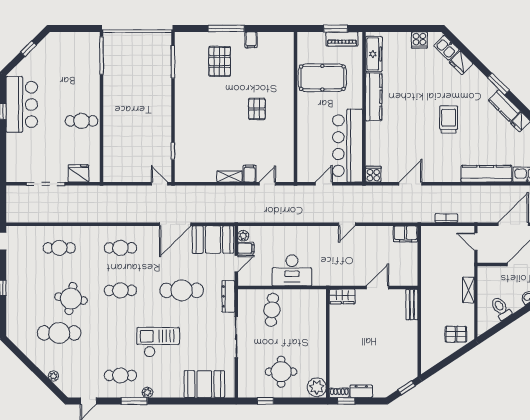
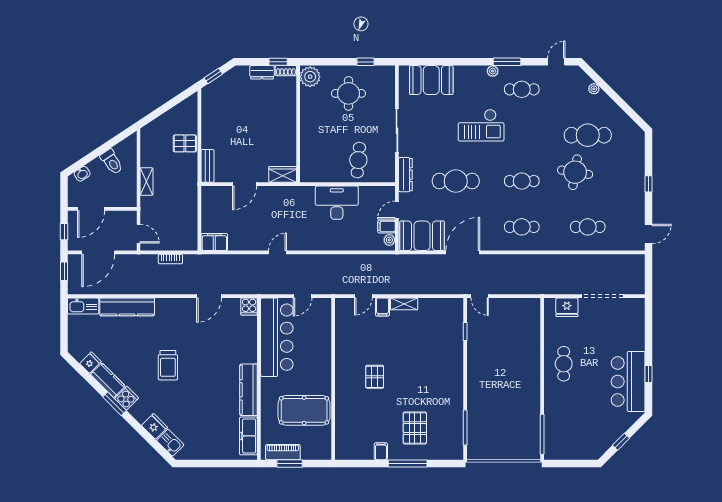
cooker: (419, 40) -> (127, 398), moved, turned 45
cafe table: (81, 121) -> (564, 364), turned 90
pallet: (456, 334) -> (185, 143), moved

